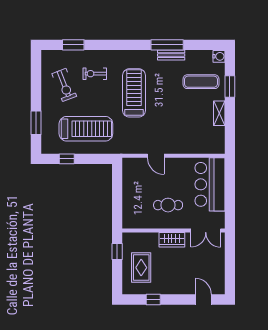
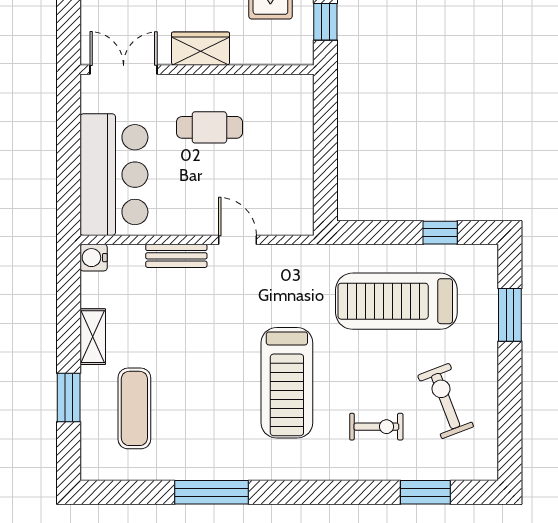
bench: (171, 55) -> (176, 256), moved
water cooler: (219, 56) -> (94, 258), moved
exercise mat: (201, 82) -> (134, 408), turned 90

